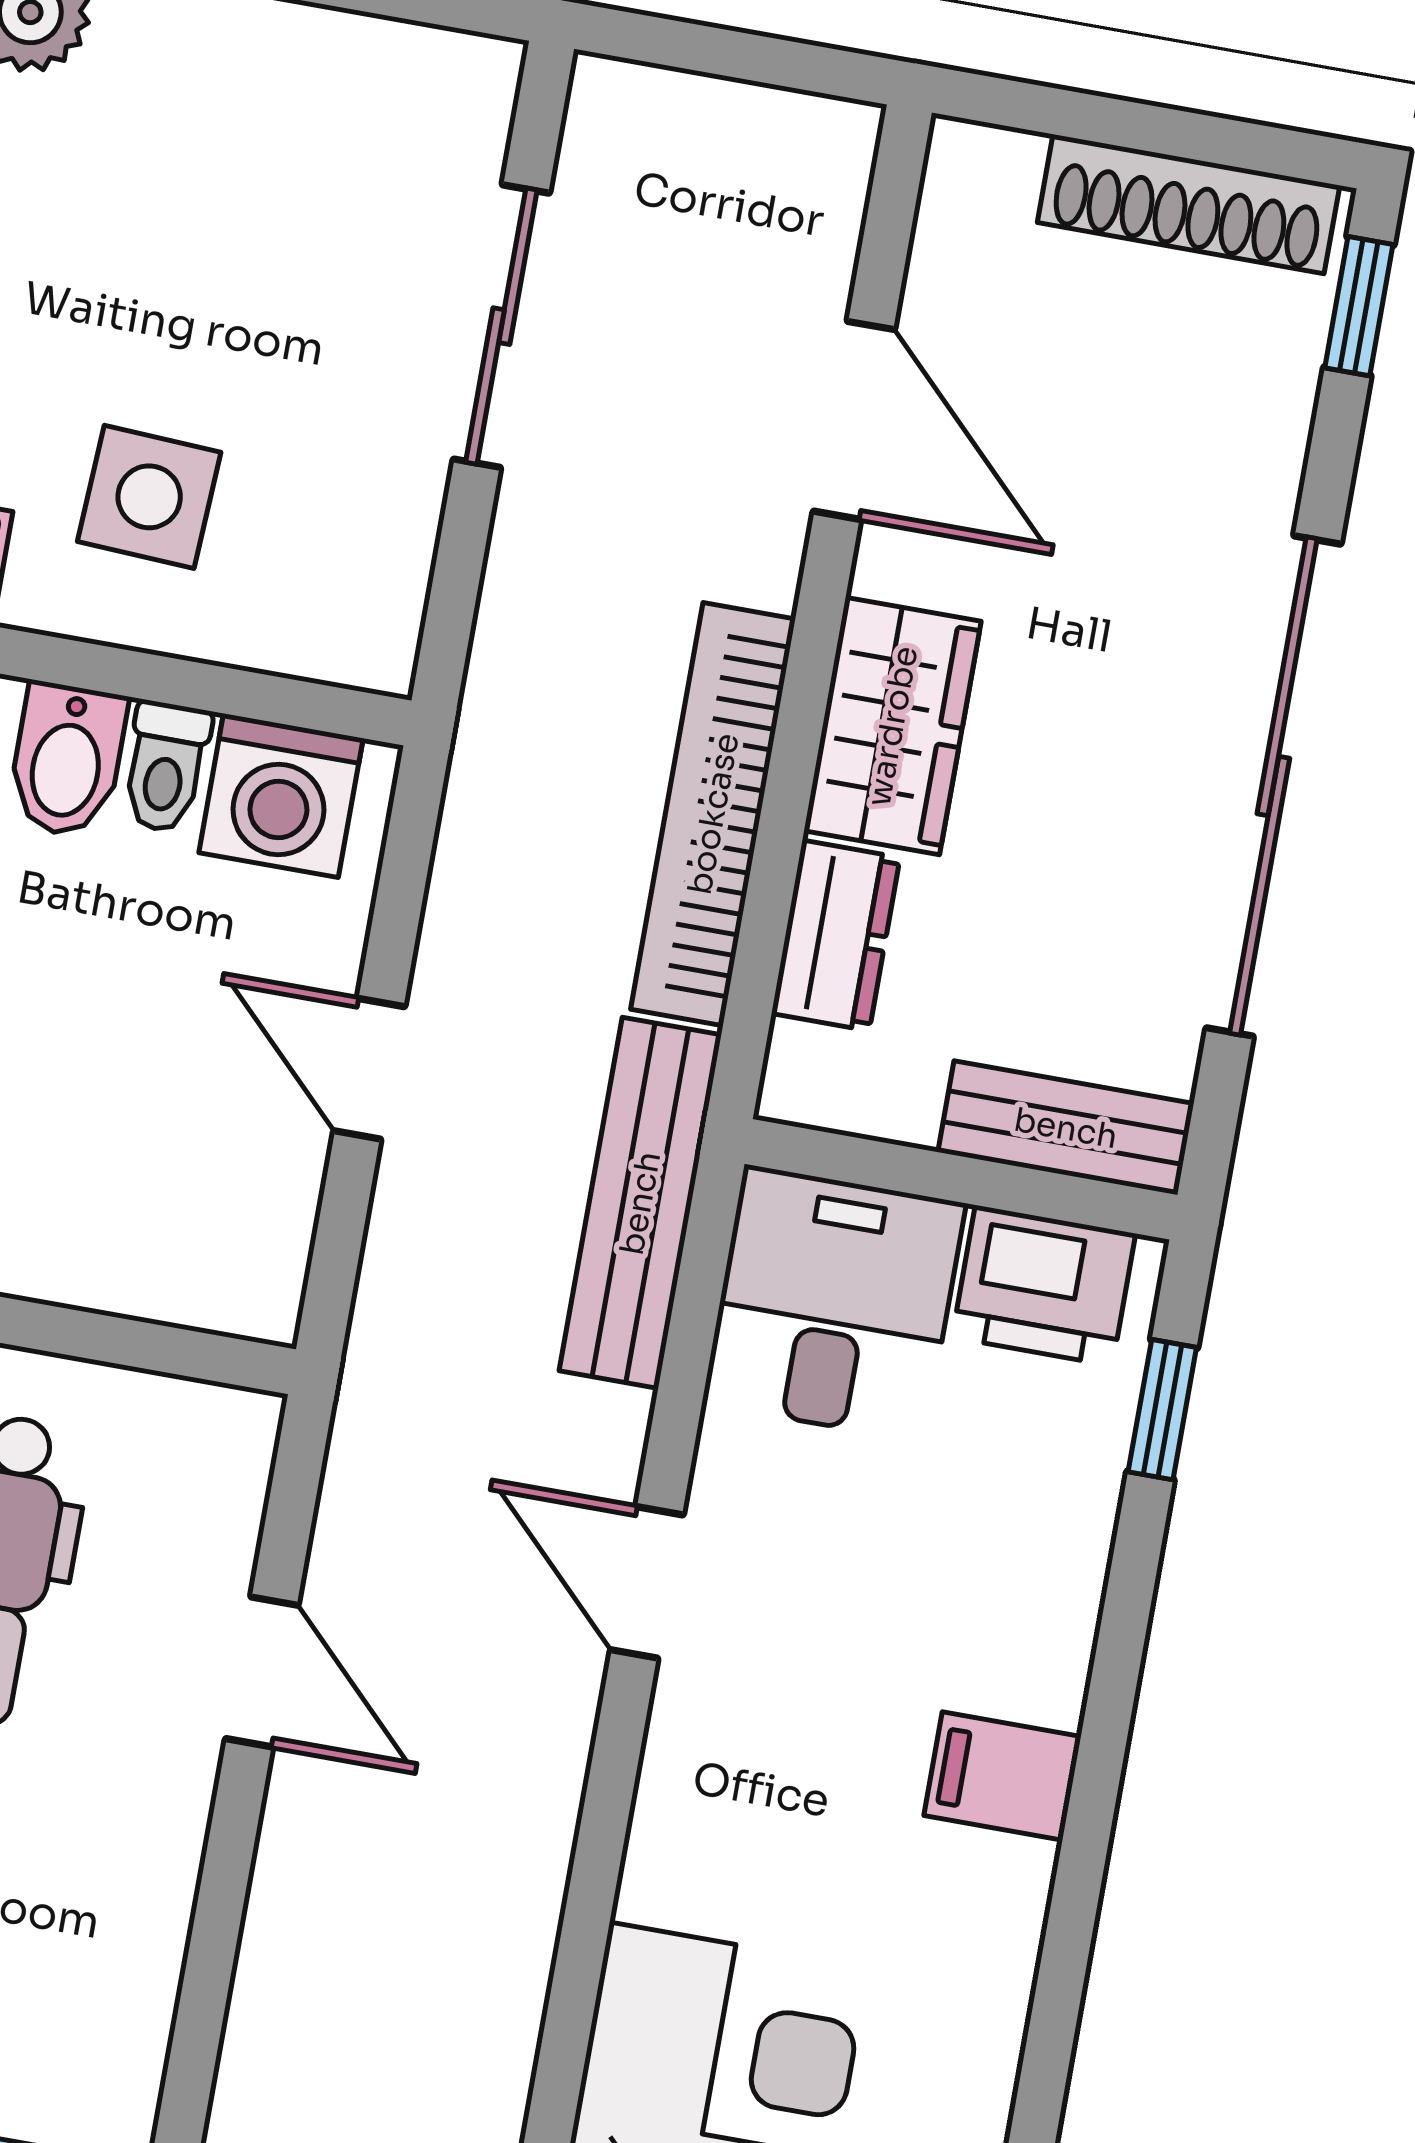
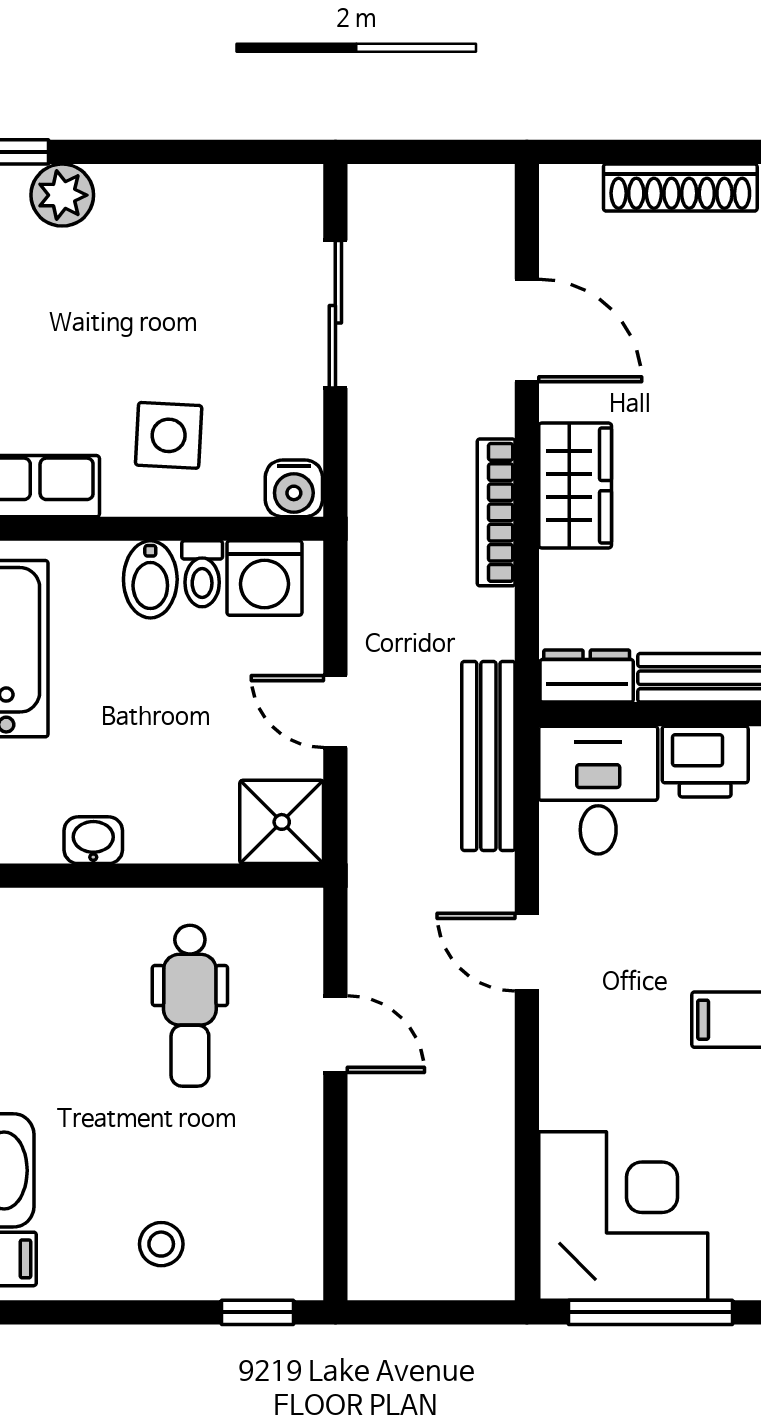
water cooler: (366, 638) -> (294, 488), added
bookcase: (713, 814) -> (496, 512), width x0.68, depth x0.76
dresser: (836, 935) -> (587, 676), moved, turned -90
shower: (232, 1257) -> (282, 822), added

